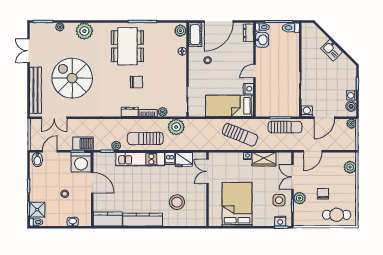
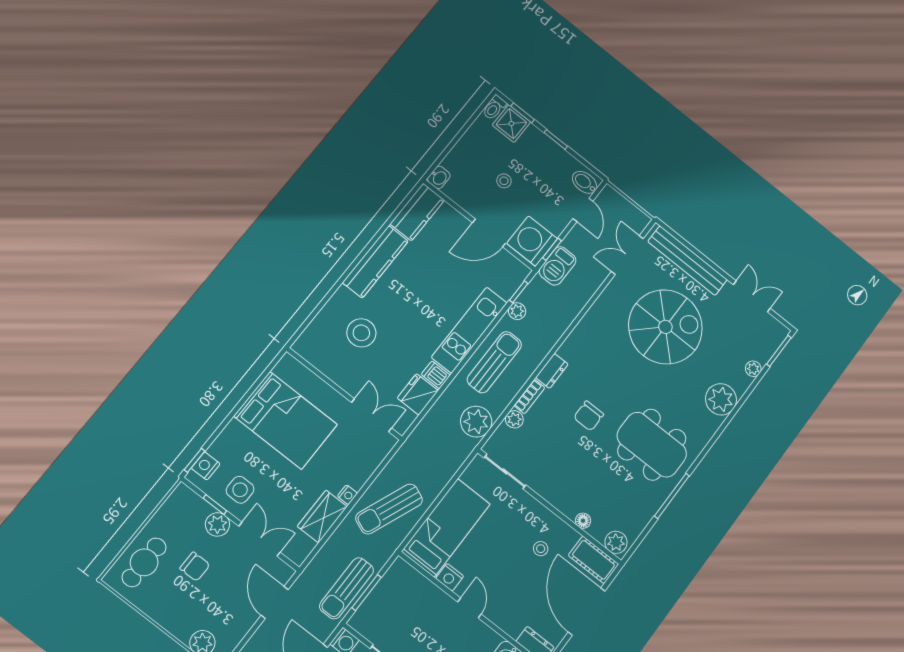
washbasin: (73, 222) -> (439, 177), moved

